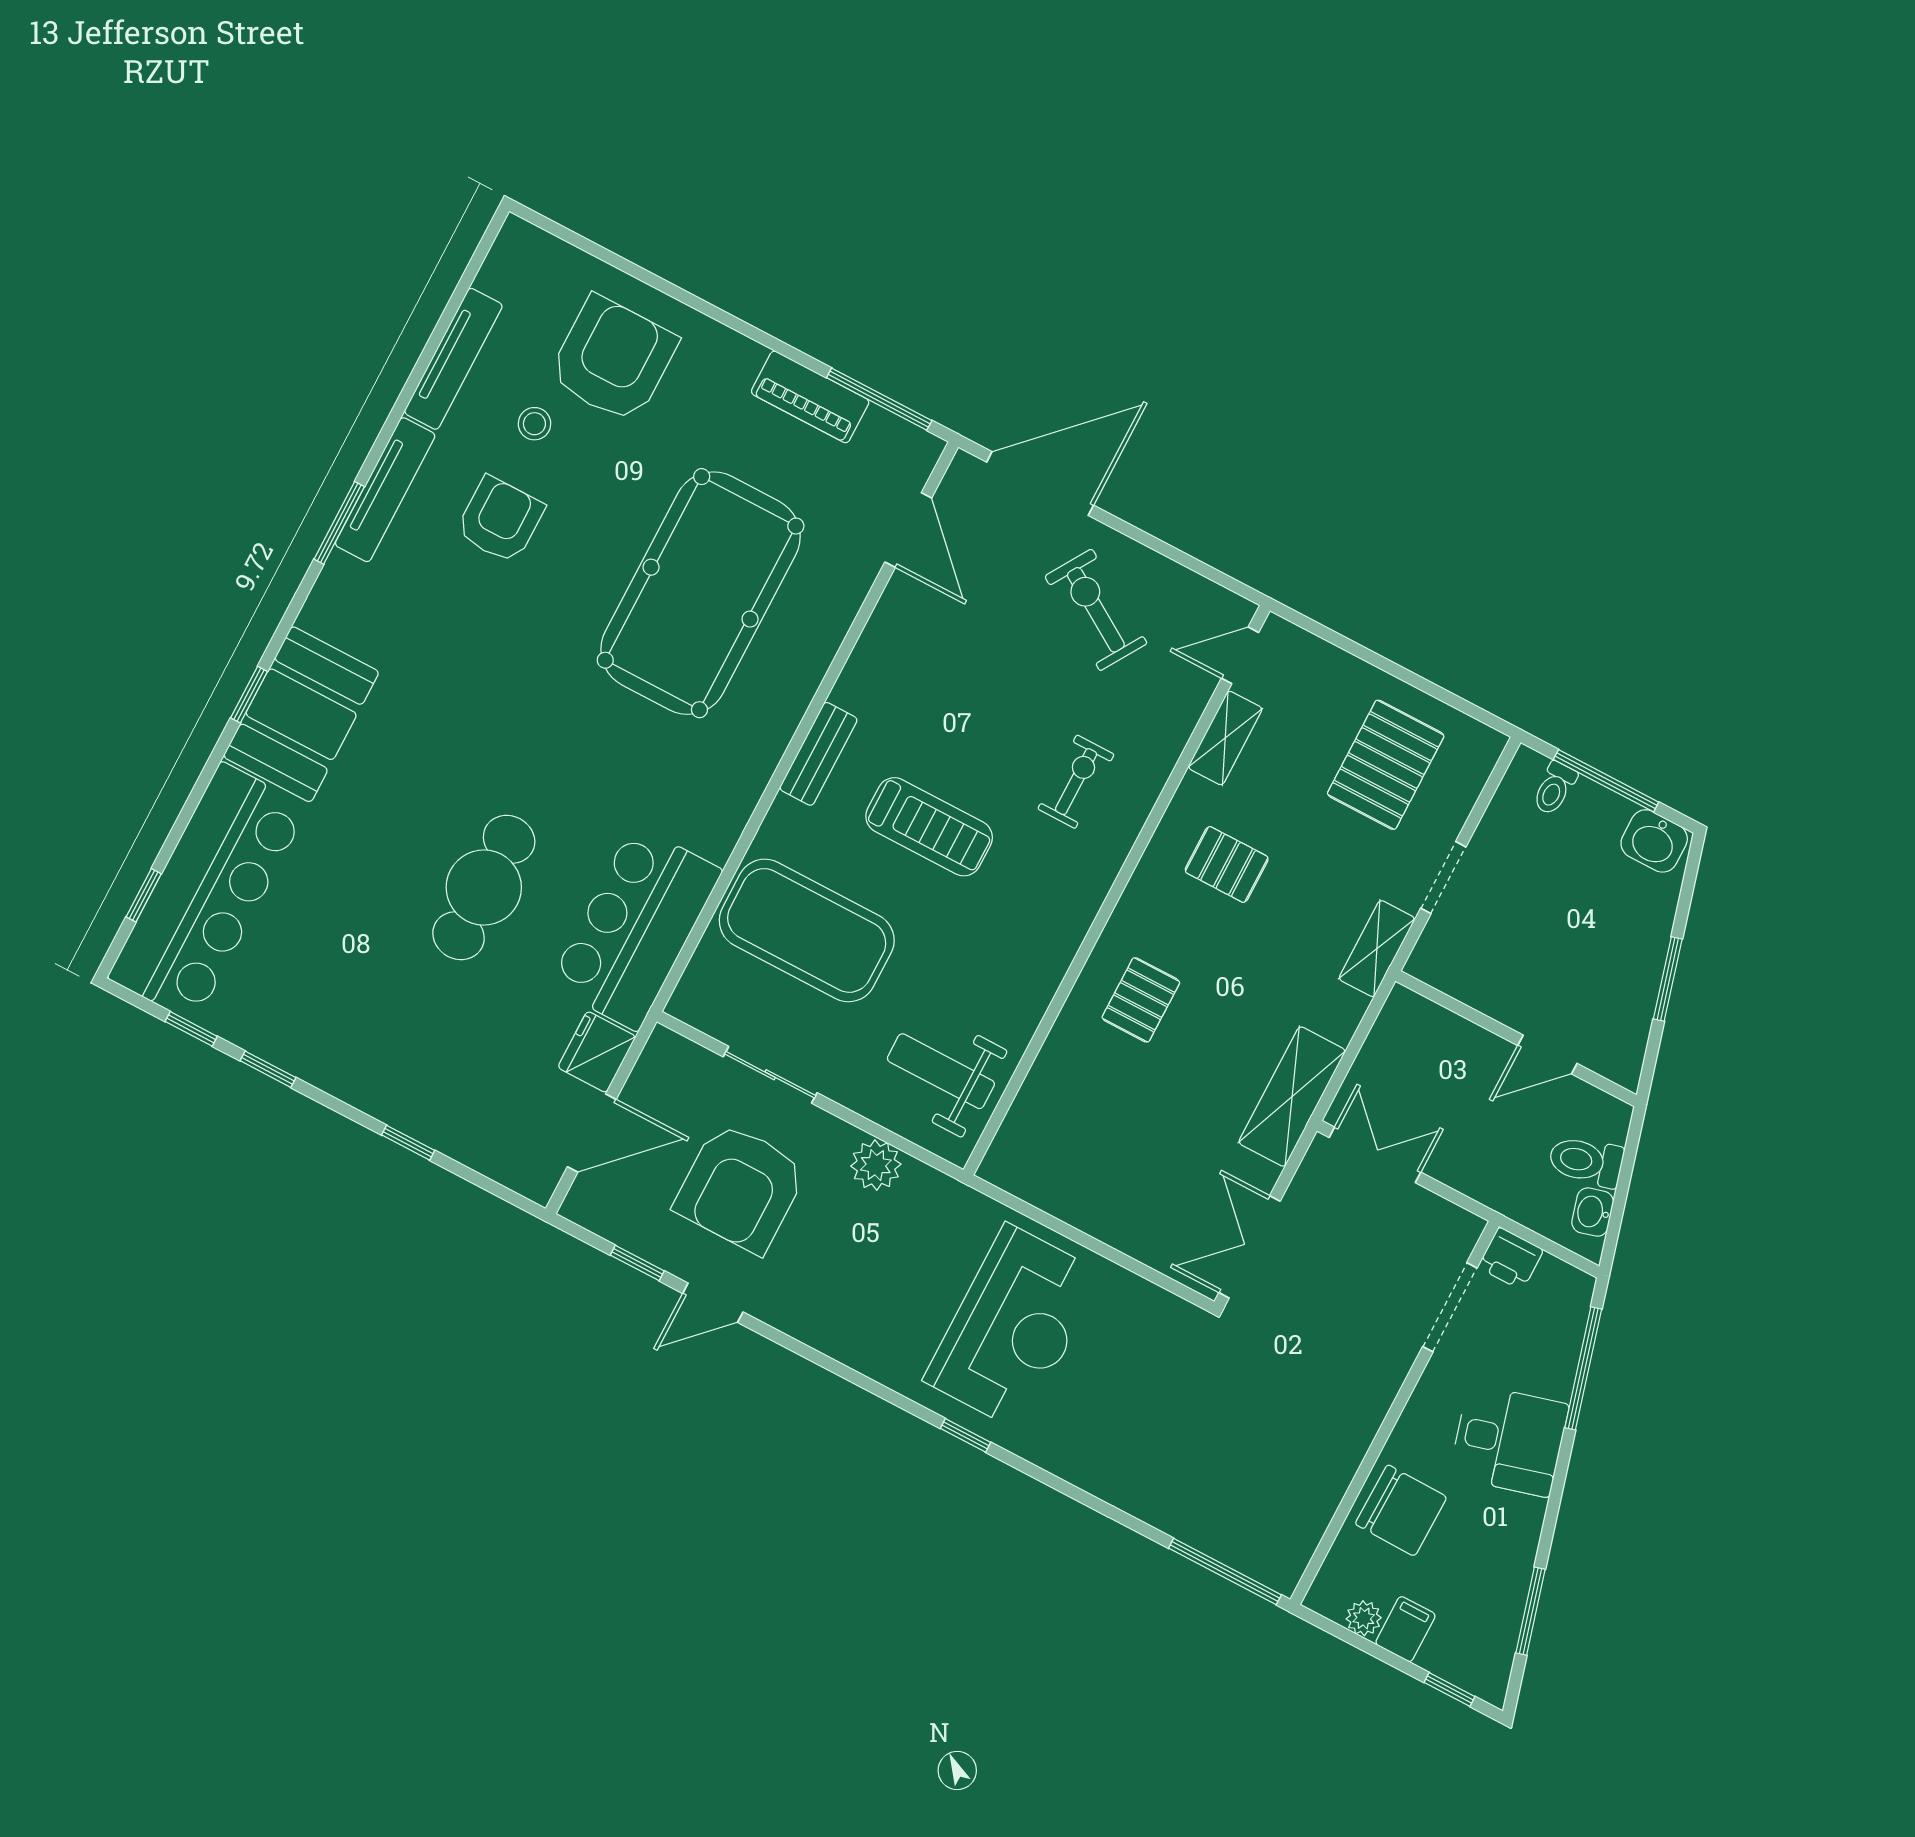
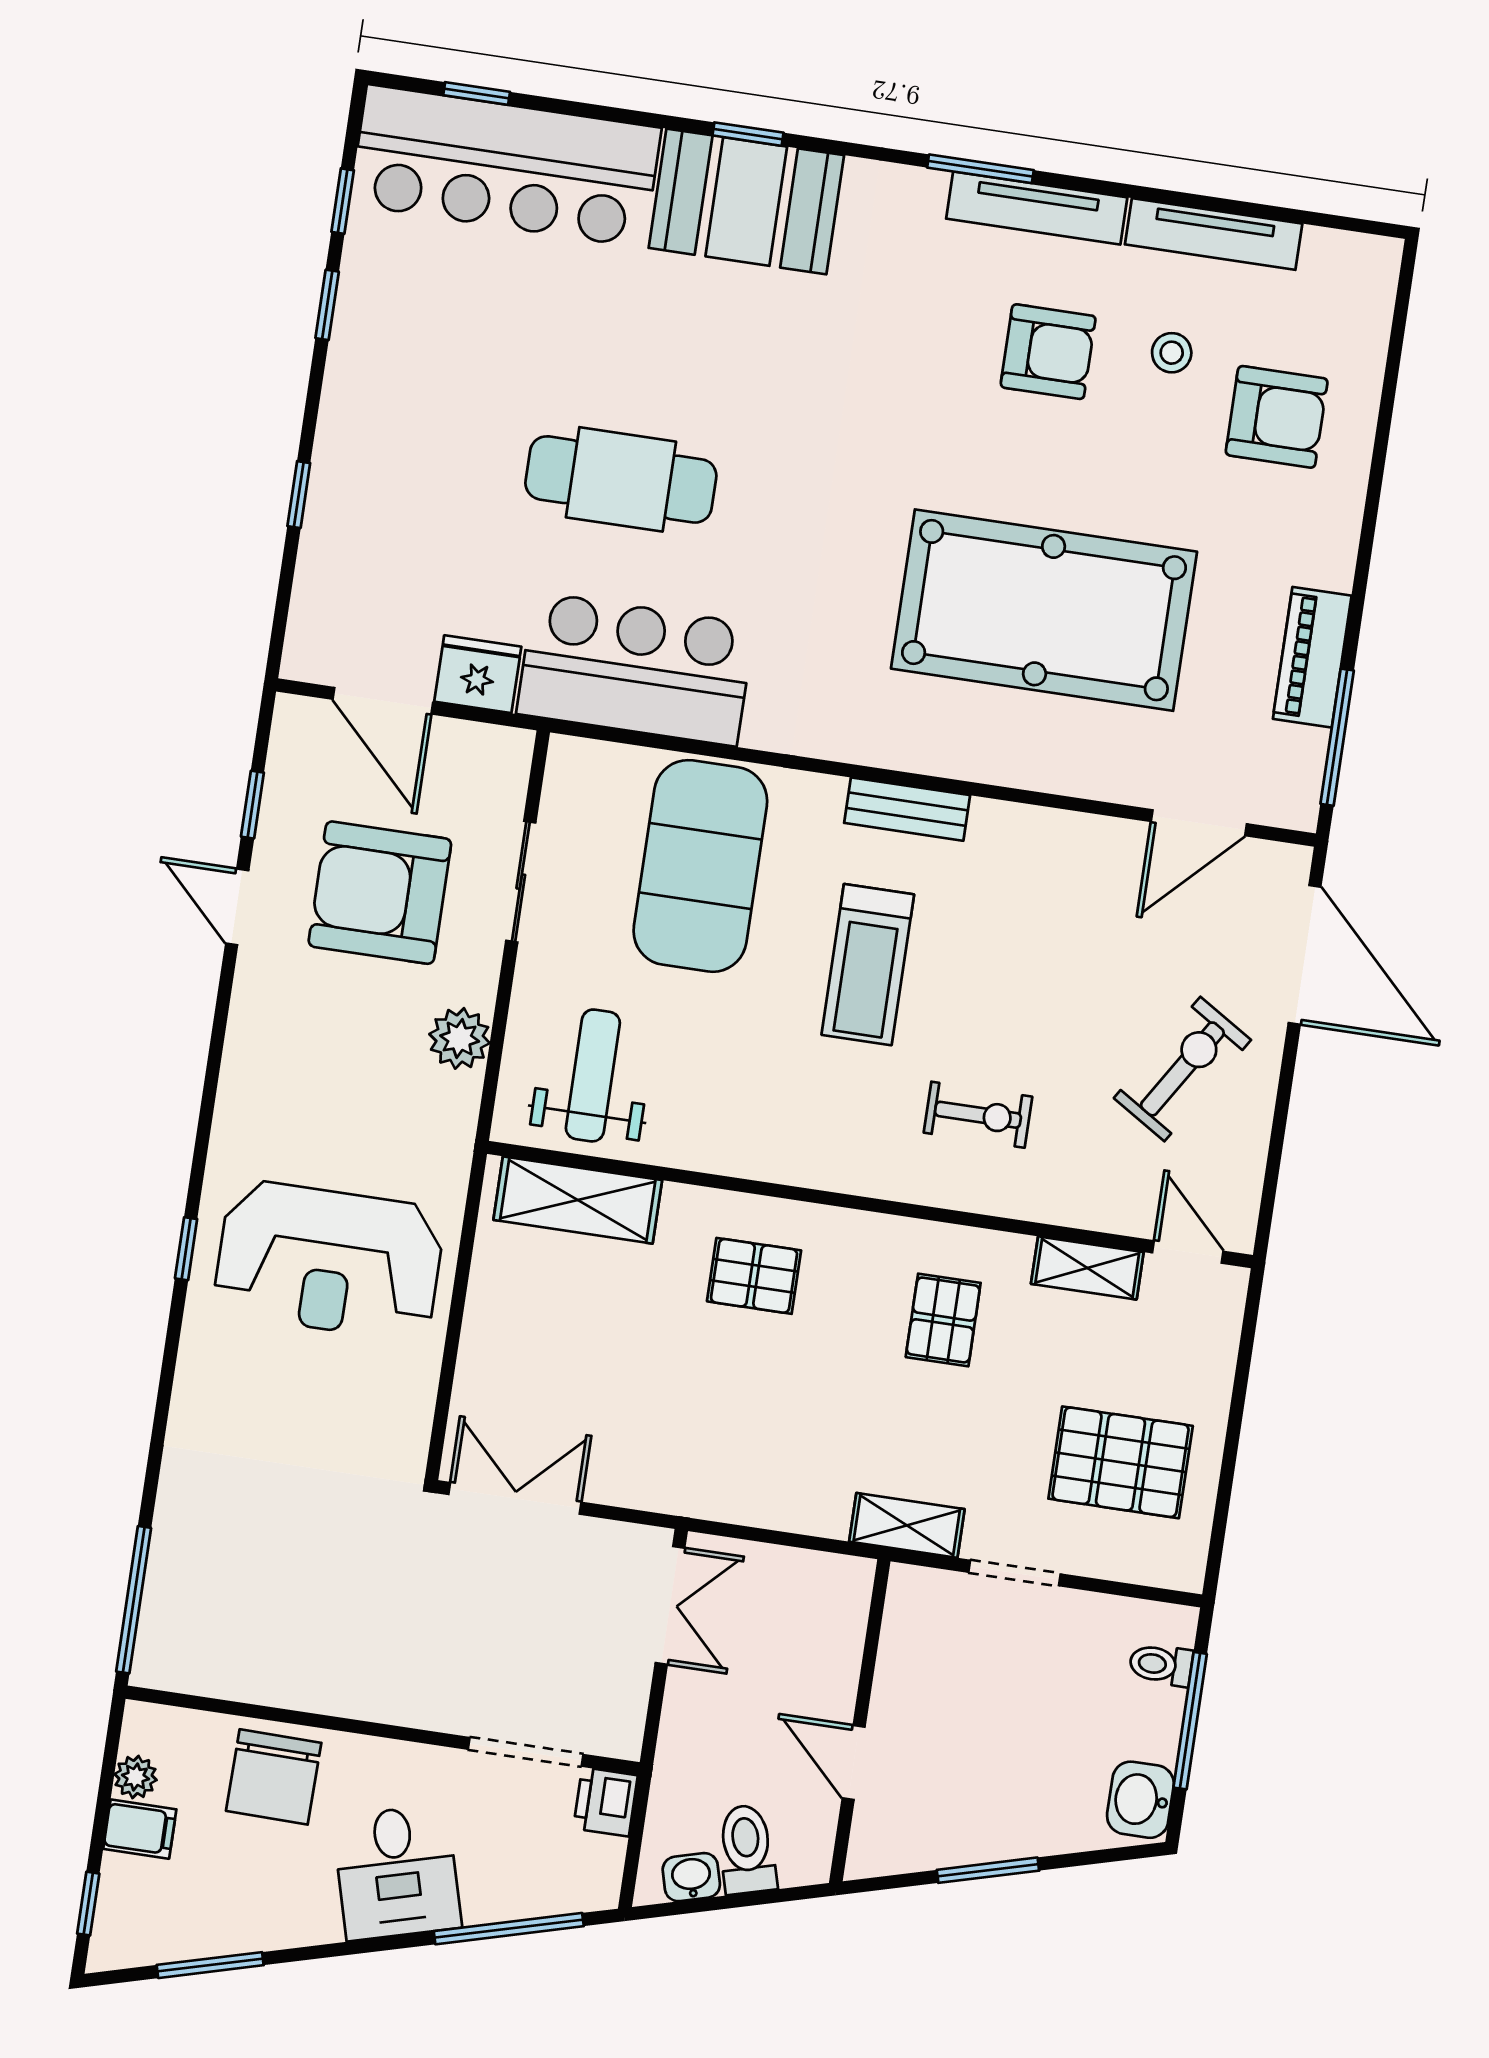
armchair: (613, 359) -> (1277, 417), width x0.73, depth x0.73
shelving: (1292, 1097) -> (578, 1200), moved

